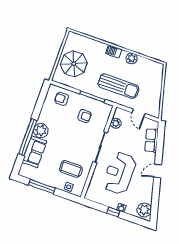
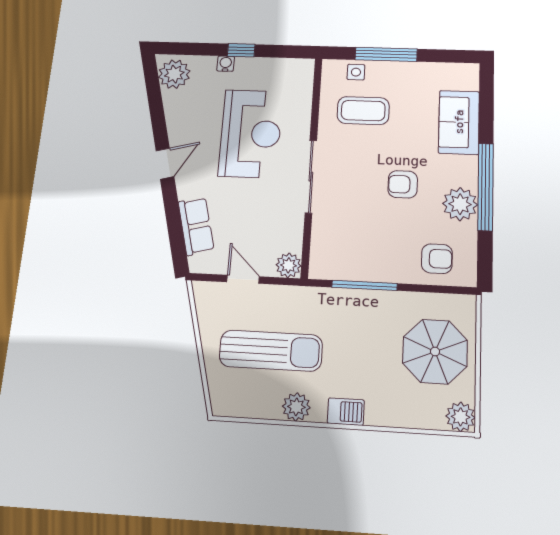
plant: (72, 37) -> (461, 417), added
sun lounger: (118, 86) -> (271, 351), moved, turned 180
armchair: (84, 116) -> (403, 184), moved
plant: (116, 123) -> (289, 265), moved
plant: (41, 131) -> (460, 204), moved
window: (28, 137) -> (486, 187), moved
window: (42, 187) -> (386, 54), moved

